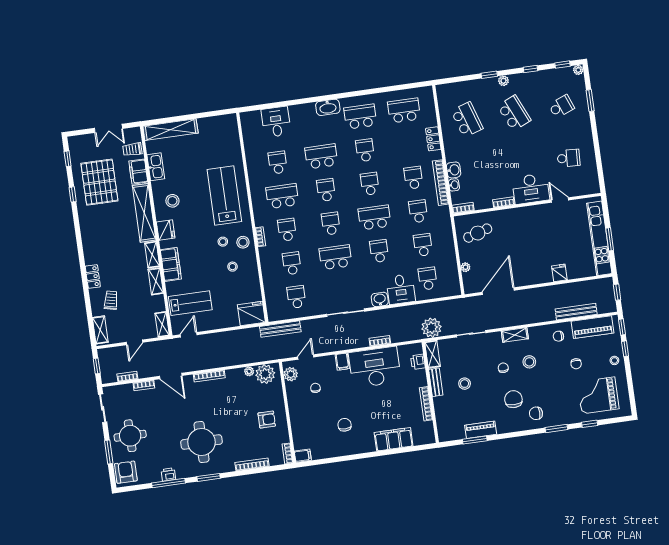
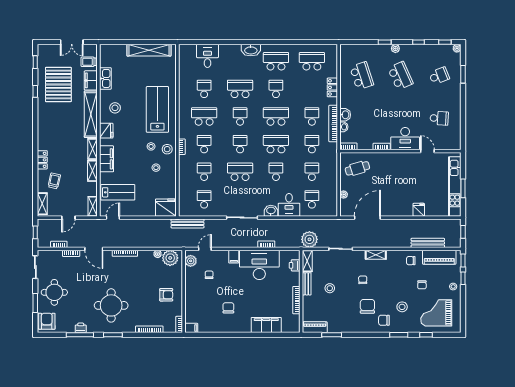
shelving: (170, 130) -> (149, 50), moved
school desk: (370, 184) -> (276, 116), width x1.85
stool: (529, 362) -> (402, 307), moved
piano: (481, 430) -> (315, 327), moved

